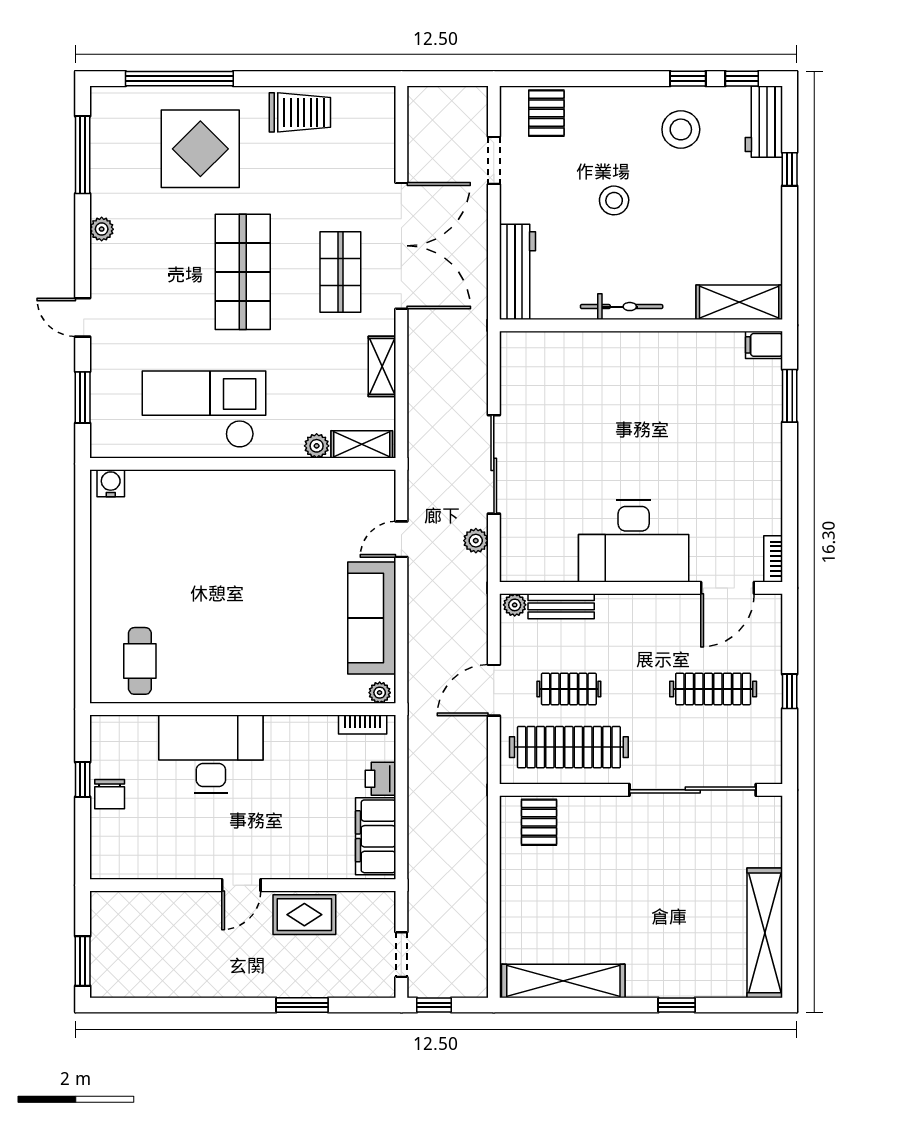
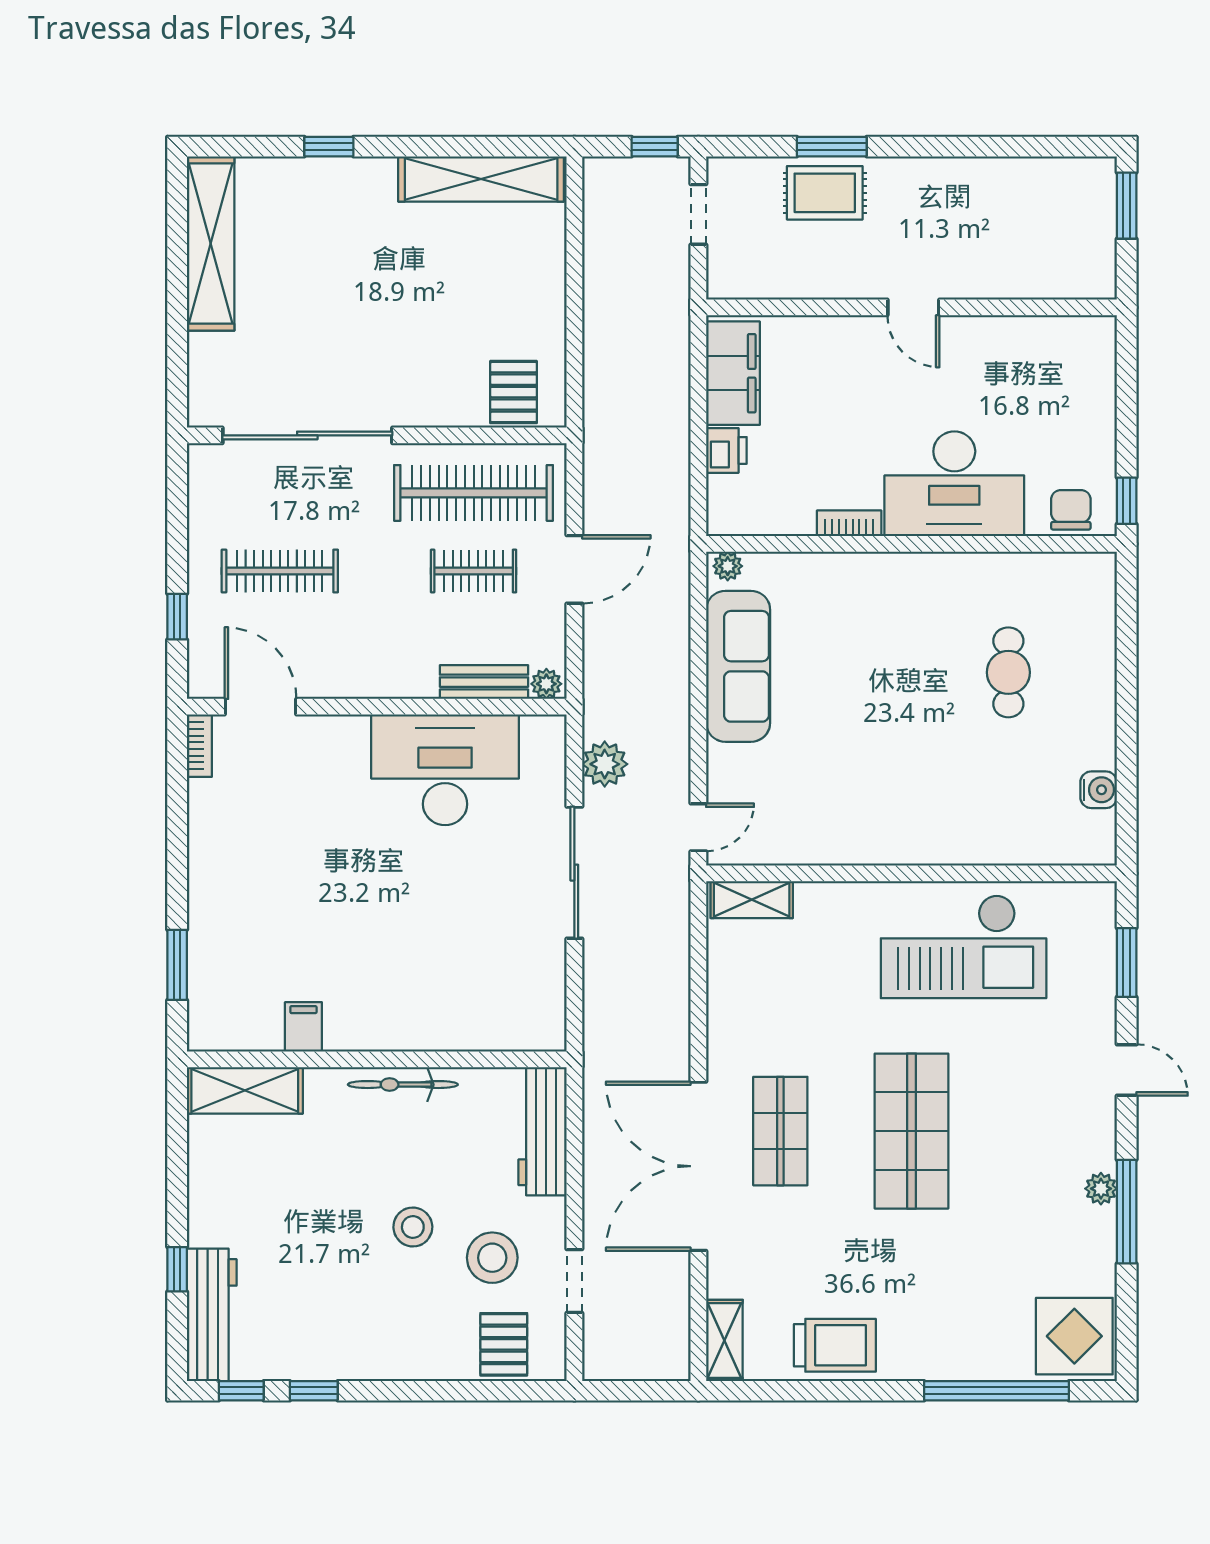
trolley: (300, 112) -> (835, 1345), turned 180
workbench: (764, 122) -> (212, 1315), width x1.38
stool: (681, 129) -> (492, 1258), moved
display table: (200, 149) -> (1074, 1336), moved, width x0.73, depth x0.73
window: (83, 155) -> (1127, 1212), moved
filing cabinet: (764, 345) -> (303, 1027), moved, turned -90
shelving: (382, 366) -> (724, 1340), moved
plant: (317, 446) -> (812, 898), removed
water cooler: (111, 483) -> (1099, 790), moved, turned -90
door: (401, 539) -> (698, 827), moved
plant: (476, 541) -> (605, 764), width x1.38, depth x1.38
desk: (634, 541) -> (445, 770), moved
door: (727, 588) -> (261, 707), hinge flipped
cafe table: (140, 661) -> (1008, 672), moved
window: (790, 691) -> (177, 617), moved
bookcase: (363, 725) -> (849, 523), moved
window: (83, 780) -> (1127, 501), moved
chair: (110, 794) -> (1071, 510), moved
door: (241, 885) -> (913, 307), swing flipped
rug: (304, 915) -> (825, 193), moved

